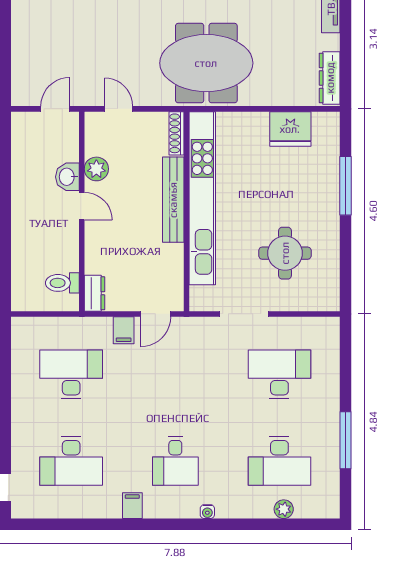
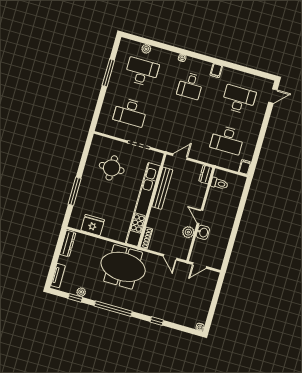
bench: (173, 200) -> (162, 188), moved
filing cabinet: (124, 330) -> (245, 167), moved
desk: (175, 461) -> (190, 86), turned 180

